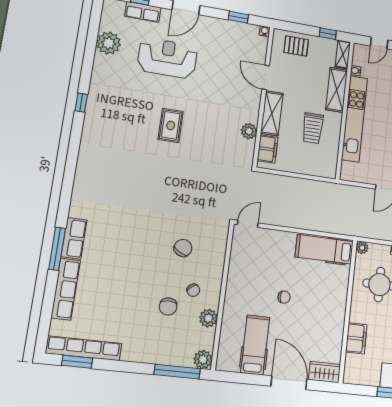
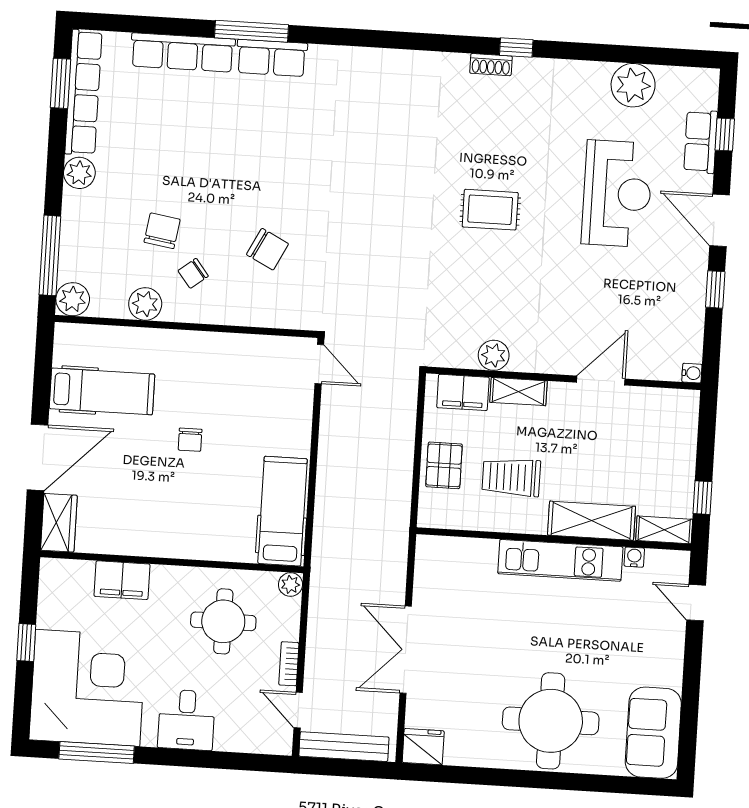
window: (238, 17) -> (715, 289), moved
pallet: (296, 46) -> (444, 465), moved
shelving: (272, 113) -> (519, 392), width x0.67, depth x0.75
shoe rack: (90, 117) -> (491, 65), added
kitchen unit: (355, 119) -> (560, 560), width x0.73
chair: (168, 307) -> (162, 231), turned 99
plant: (131, 353) -> (79, 173), added

